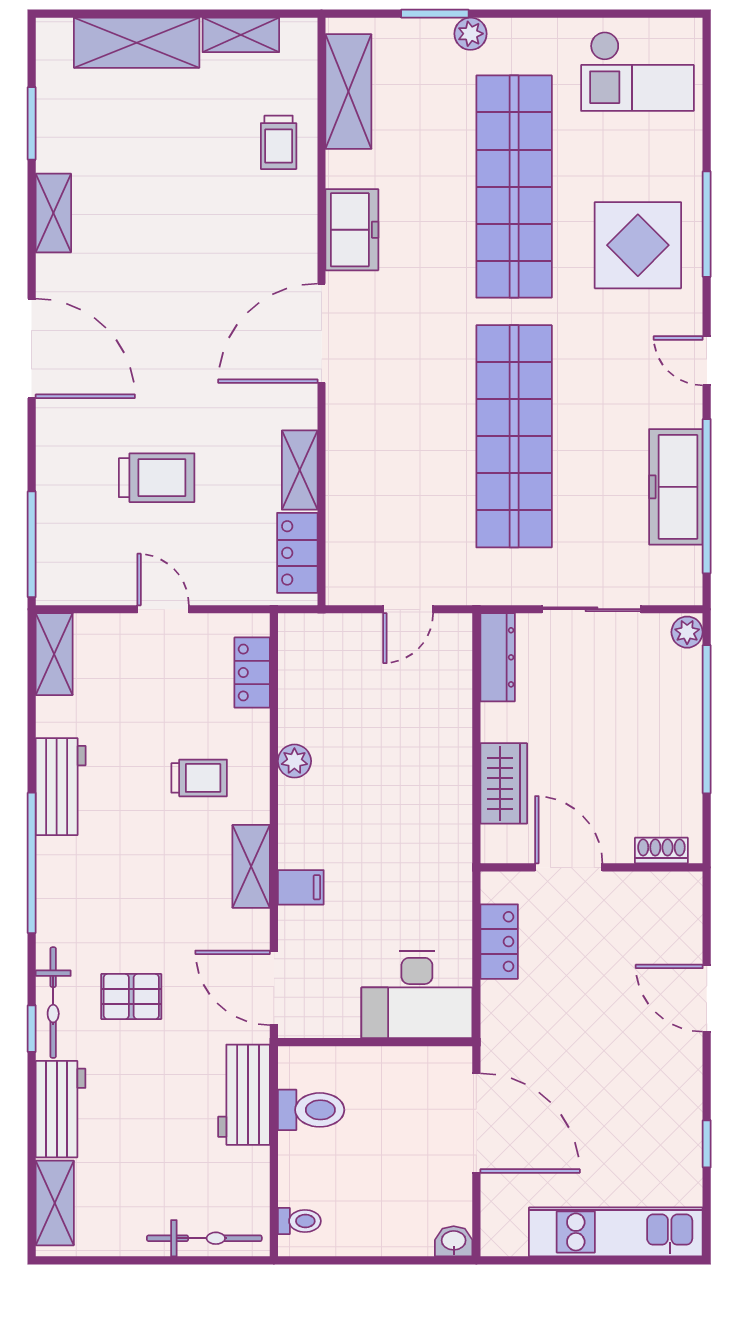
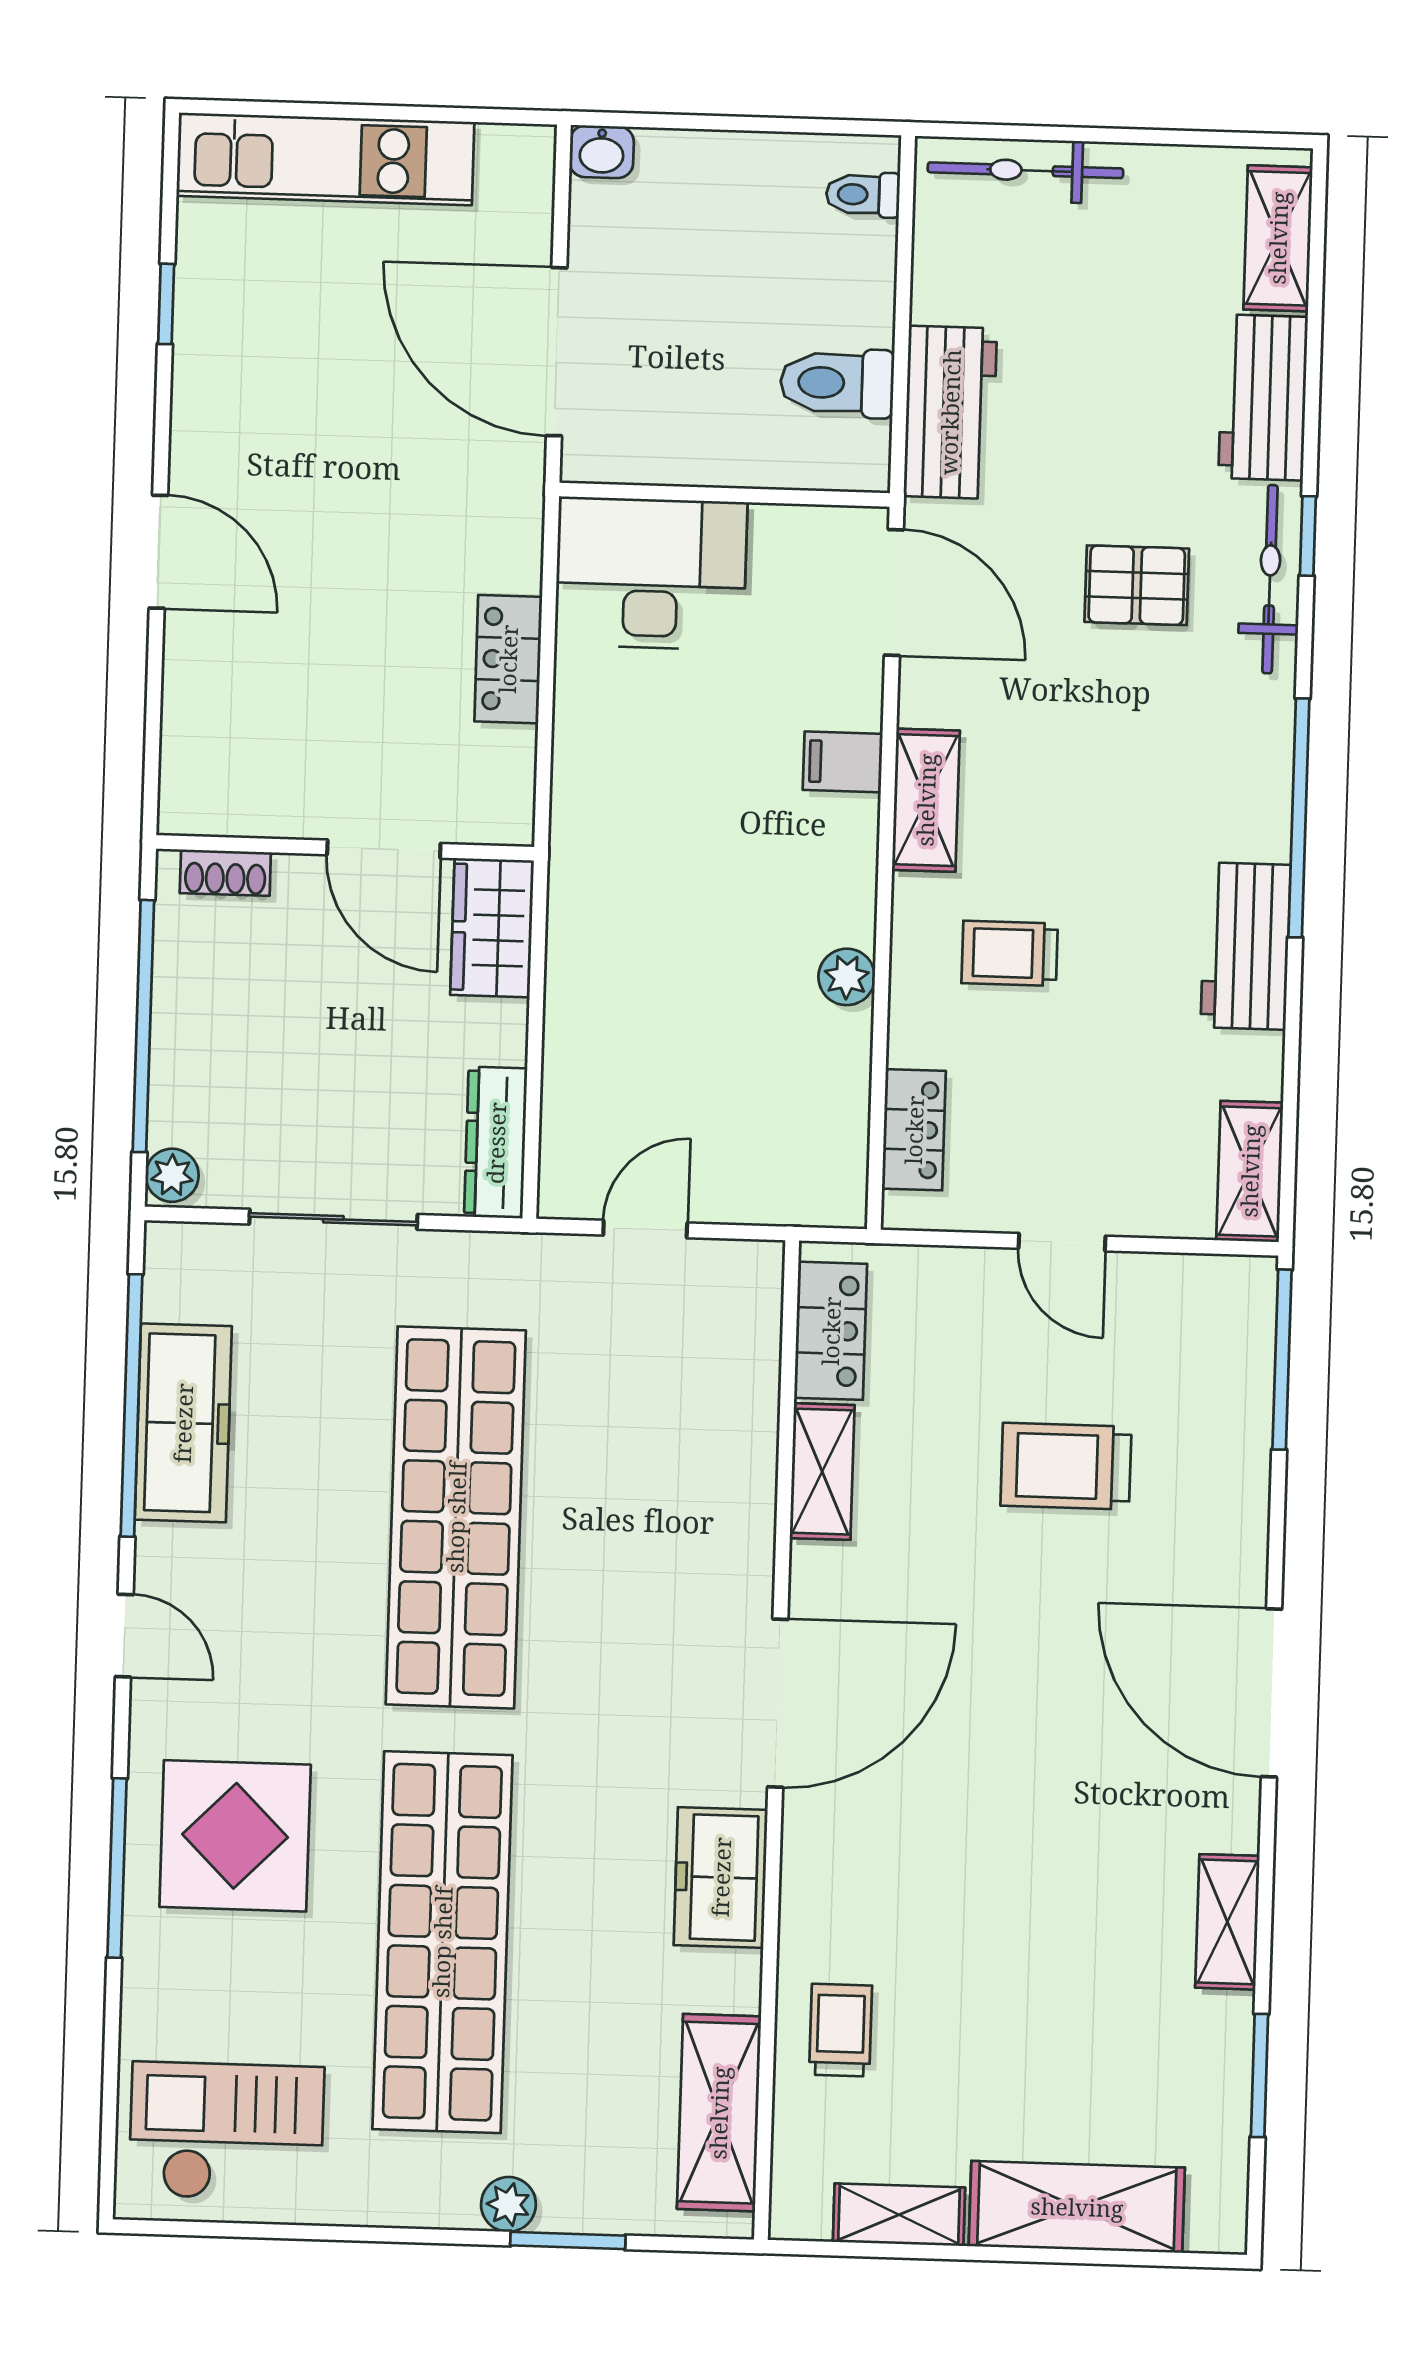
shoe rack: (661, 851) -> (225, 873), moved
door: (569, 867) -> (384, 849), moved
wall: (592, 867) -> (345, 848), moved

